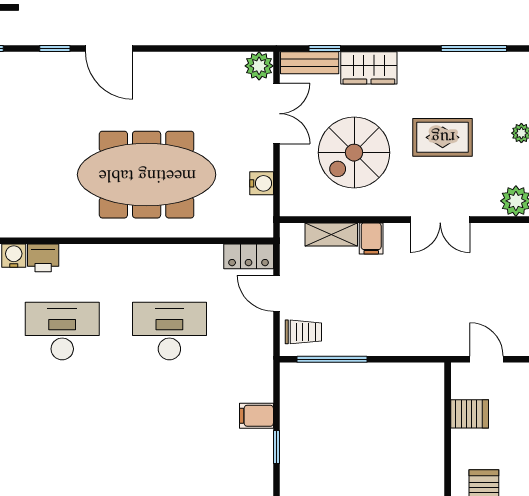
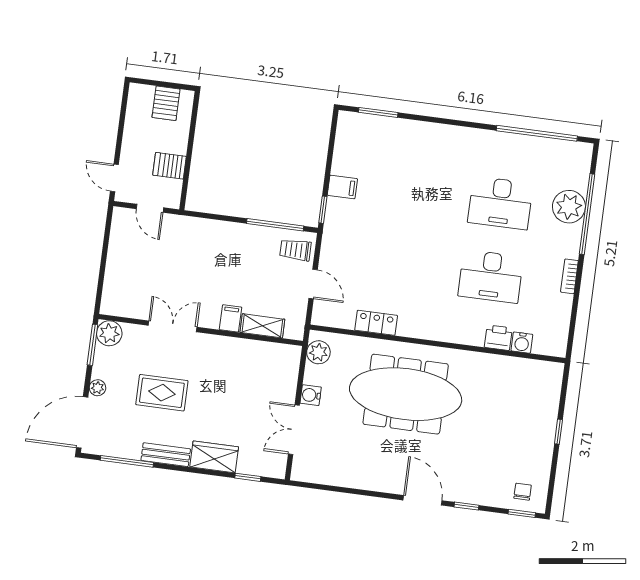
bench: (310, 63) -> (166, 455), moved
plant: (259, 66) -> (318, 352), moved
spiral stairs: (354, 153) -> (235, 390), removed
water cooler: (262, 183) -> (311, 395), moved
locker: (249, 256) -> (376, 323), moved
desk: (169, 331) -> (500, 203), moved
window: (276, 447) -> (323, 210), moved

